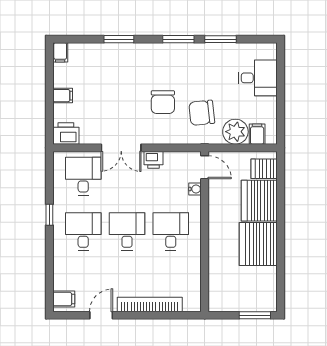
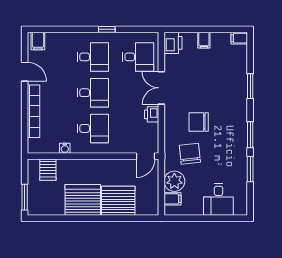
server rack: (264, 169) -> (48, 170), moved, turned 180
water cooler: (195, 189) -> (65, 148), moved

